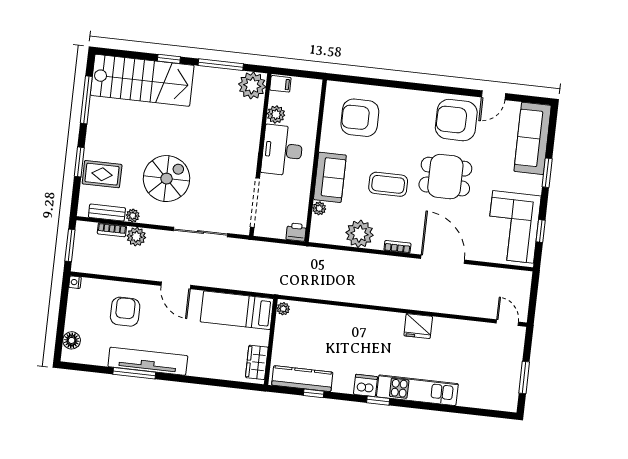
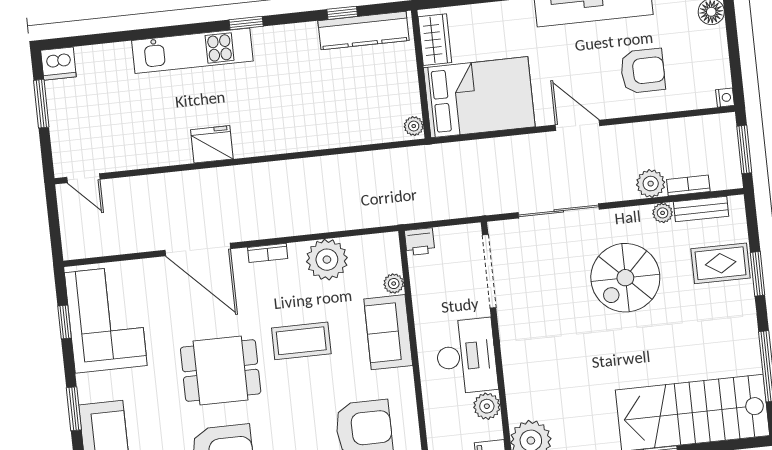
bed: (237, 310) -> (479, 97), width x1.50
armchair: (125, 312) -> (643, 71), turned -90
dishwasher: (365, 385) -> (58, 64), moved

